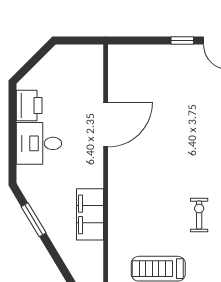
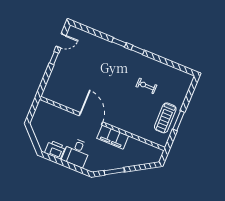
door: (106, 125) -> (91, 119), moved
filing cabinet: (90, 214) -> (113, 137), moved

